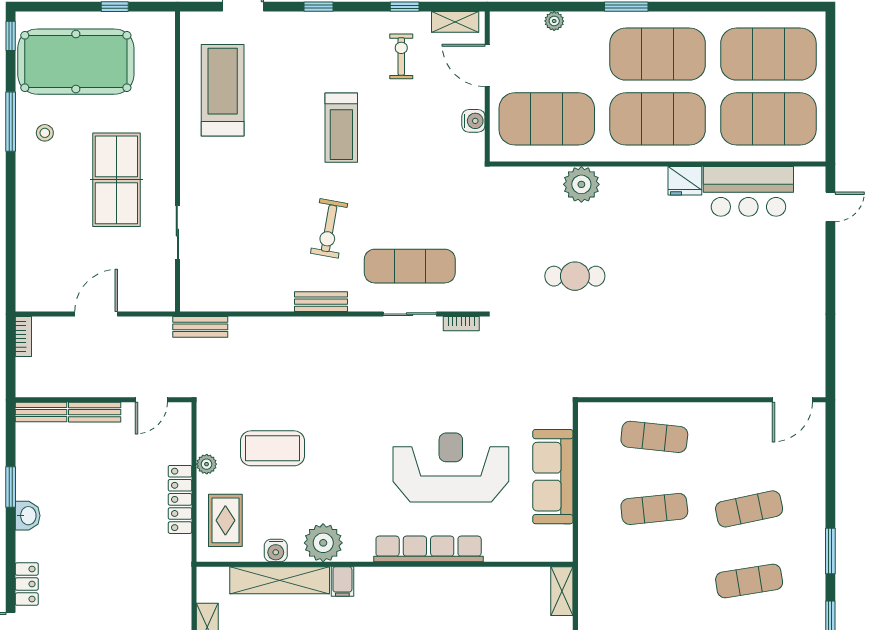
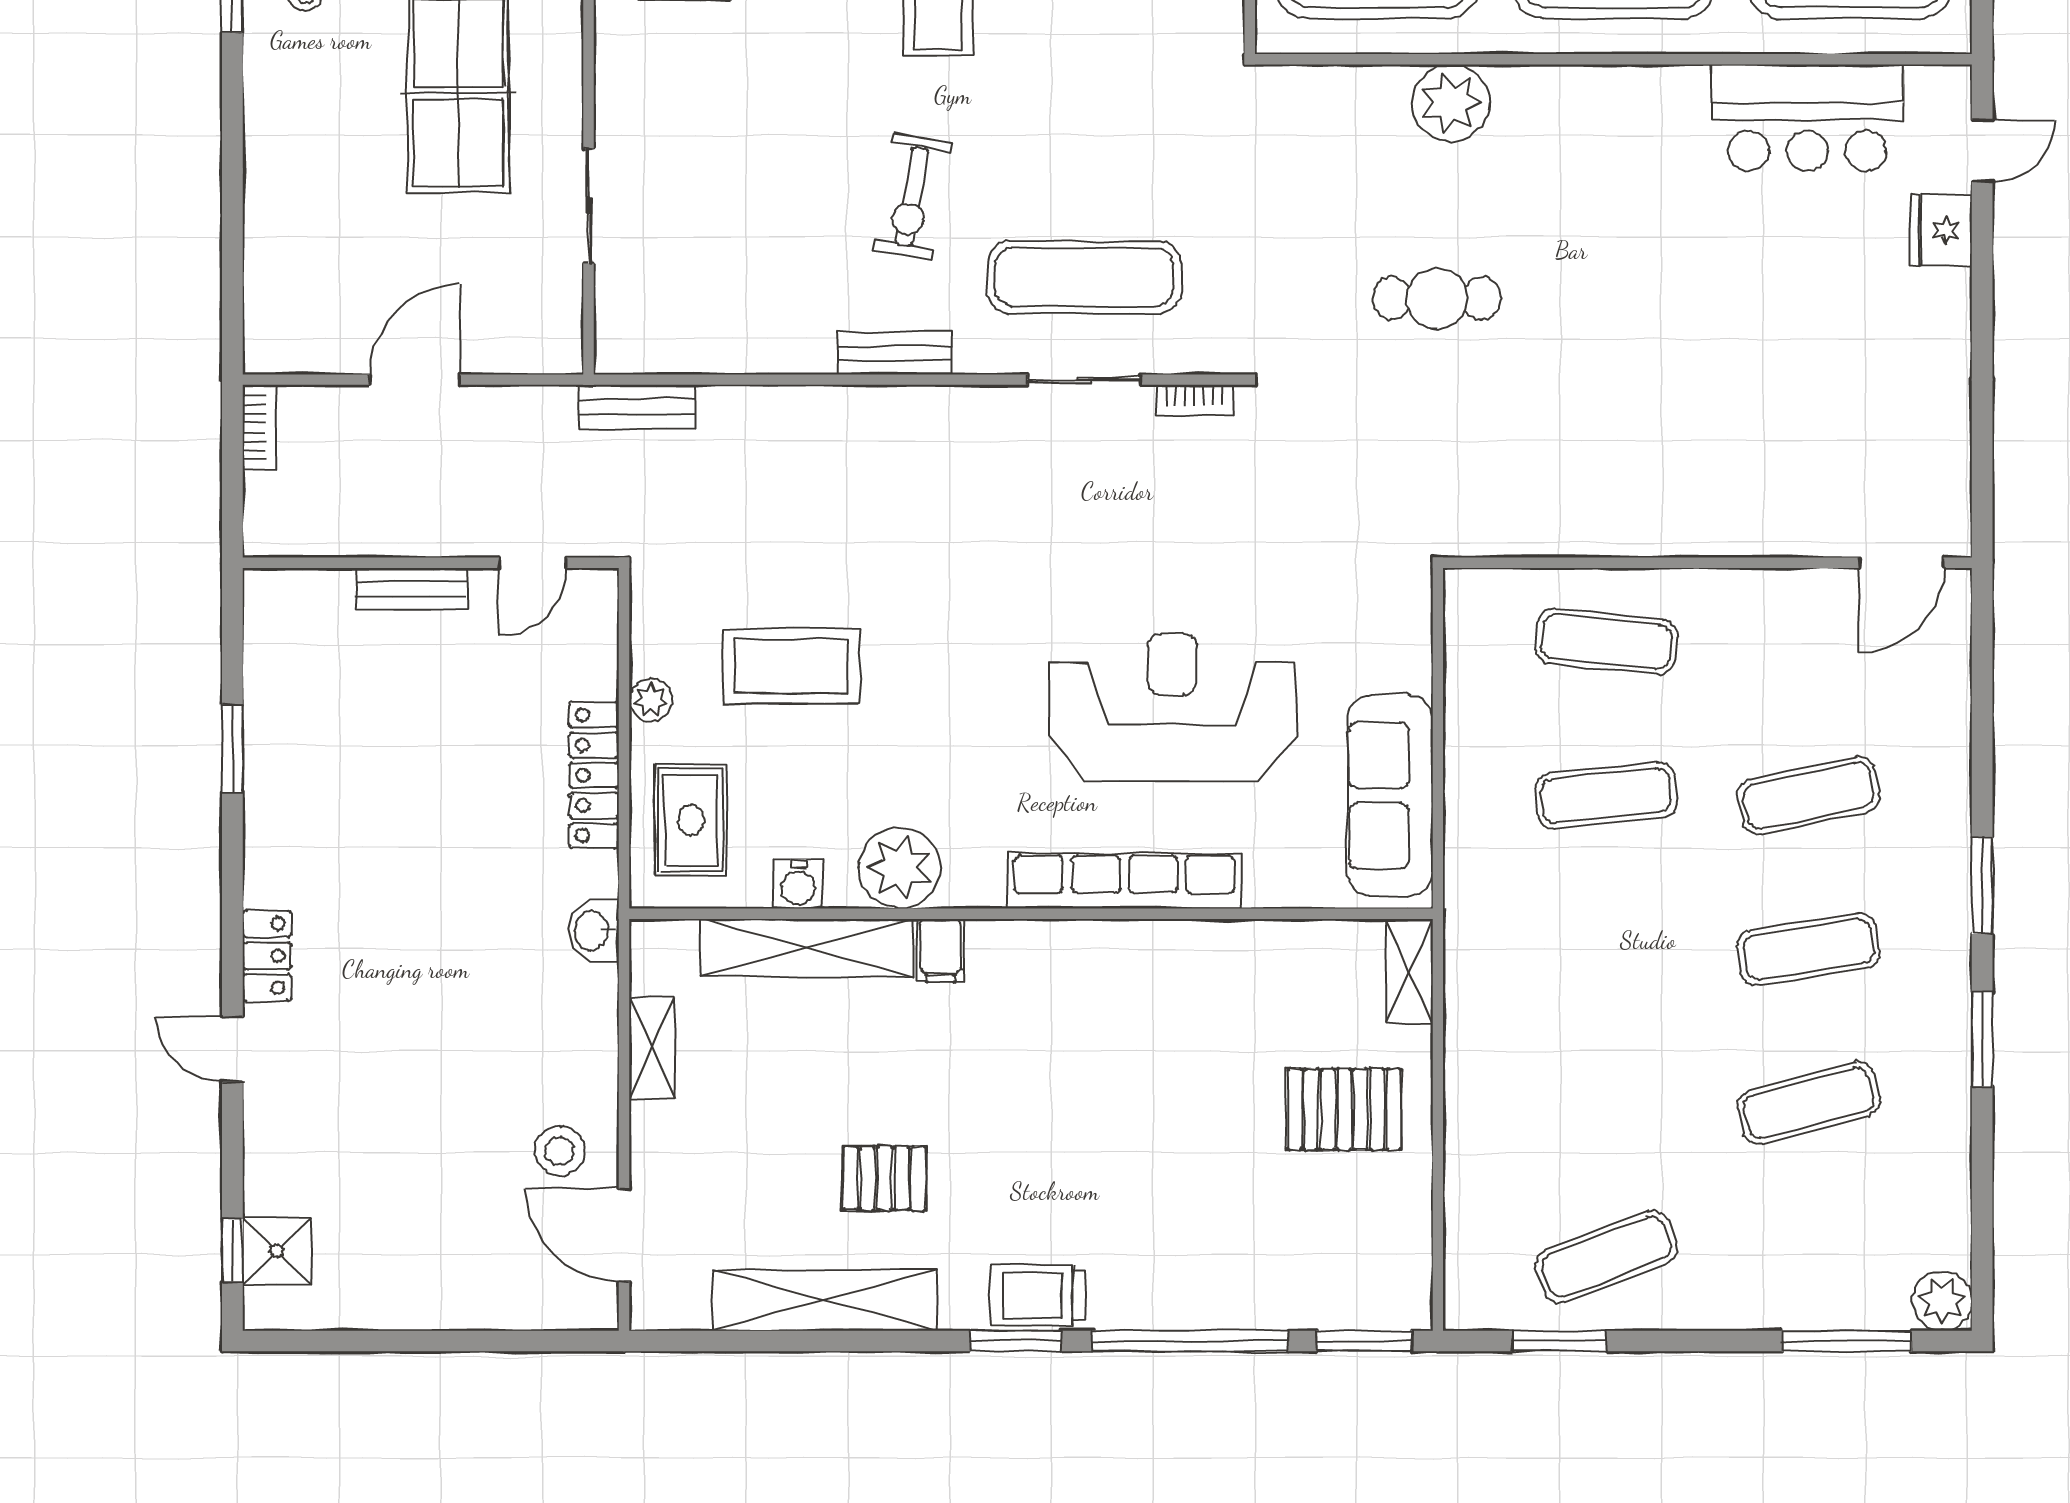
fridge: (685, 181) -> (1941, 230), moved, turned 90
bench: (41, 412) -> (297, 589), removed
sofa: (553, 477) -> (1390, 796), moved
washbasin: (28, 516) -> (593, 931), moved, turned 180

